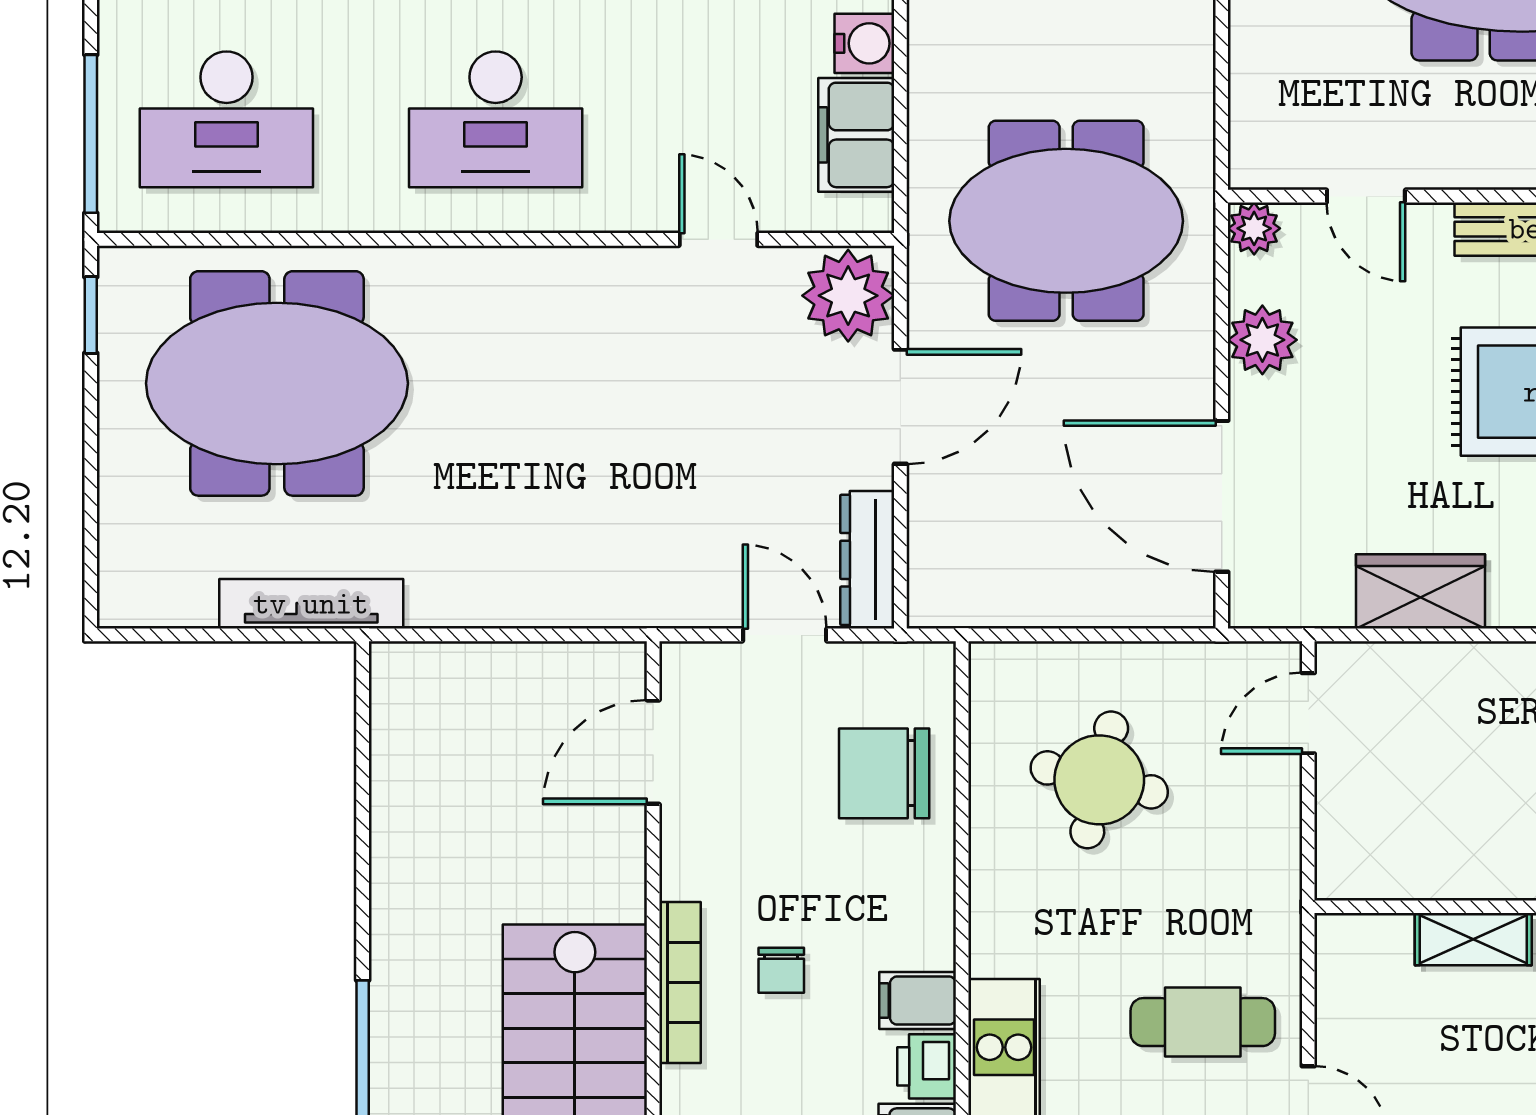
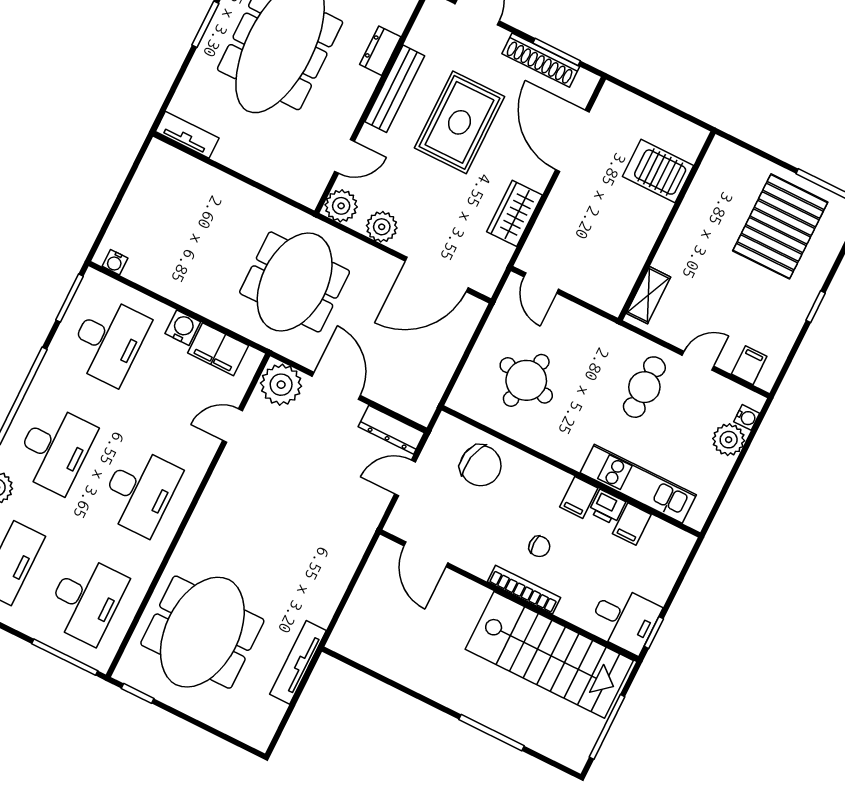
plant: (1254, 228) -> (341, 206), width x1.38, depth x1.38
chair: (884, 773) -> (481, 466), turned -78
shelving: (1473, 939) -> (648, 295), moved

